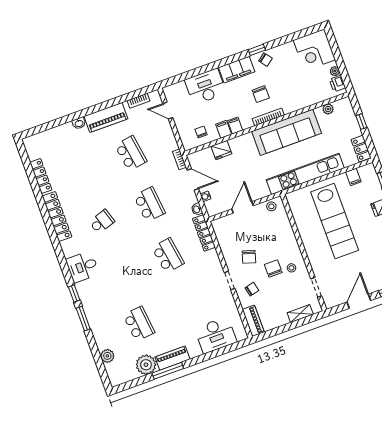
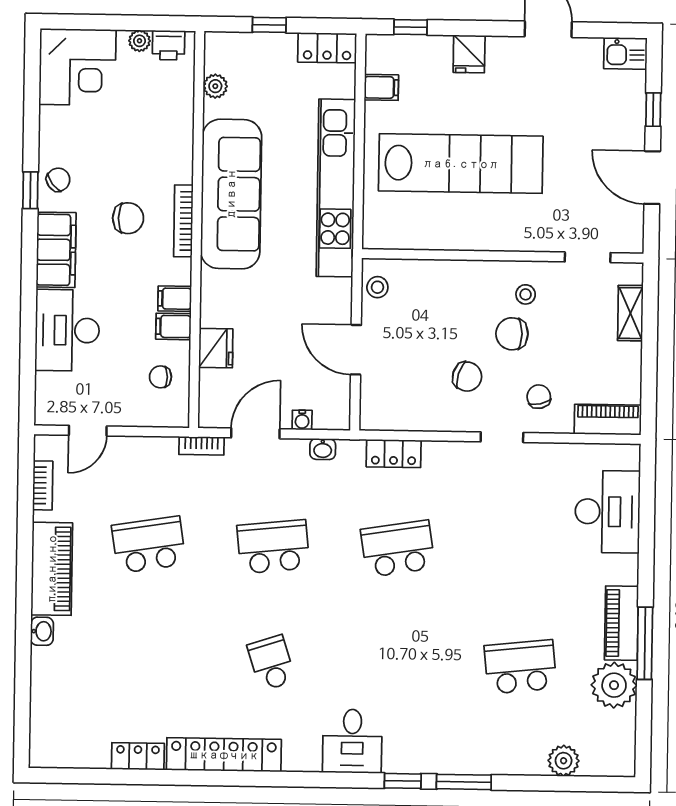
locker: (41, 176) -> (138, 756), width x0.66
locker: (204, 233) -> (394, 454), width x0.66

